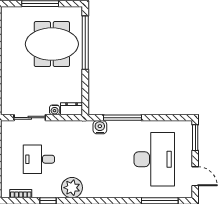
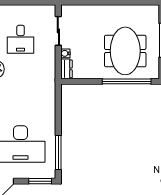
window: (122, 118) -> (58, 152), moved
water cooler: (100, 127) -> (50, 95), removed
desk: (39, 159) -> (21, 39), turned 180

